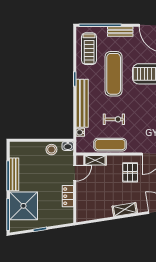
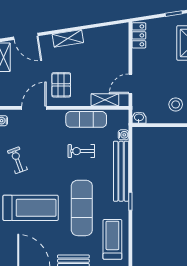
stool: (51, 150) -> (176, 104), moved
locker: (68, 196) -> (139, 35), moved

